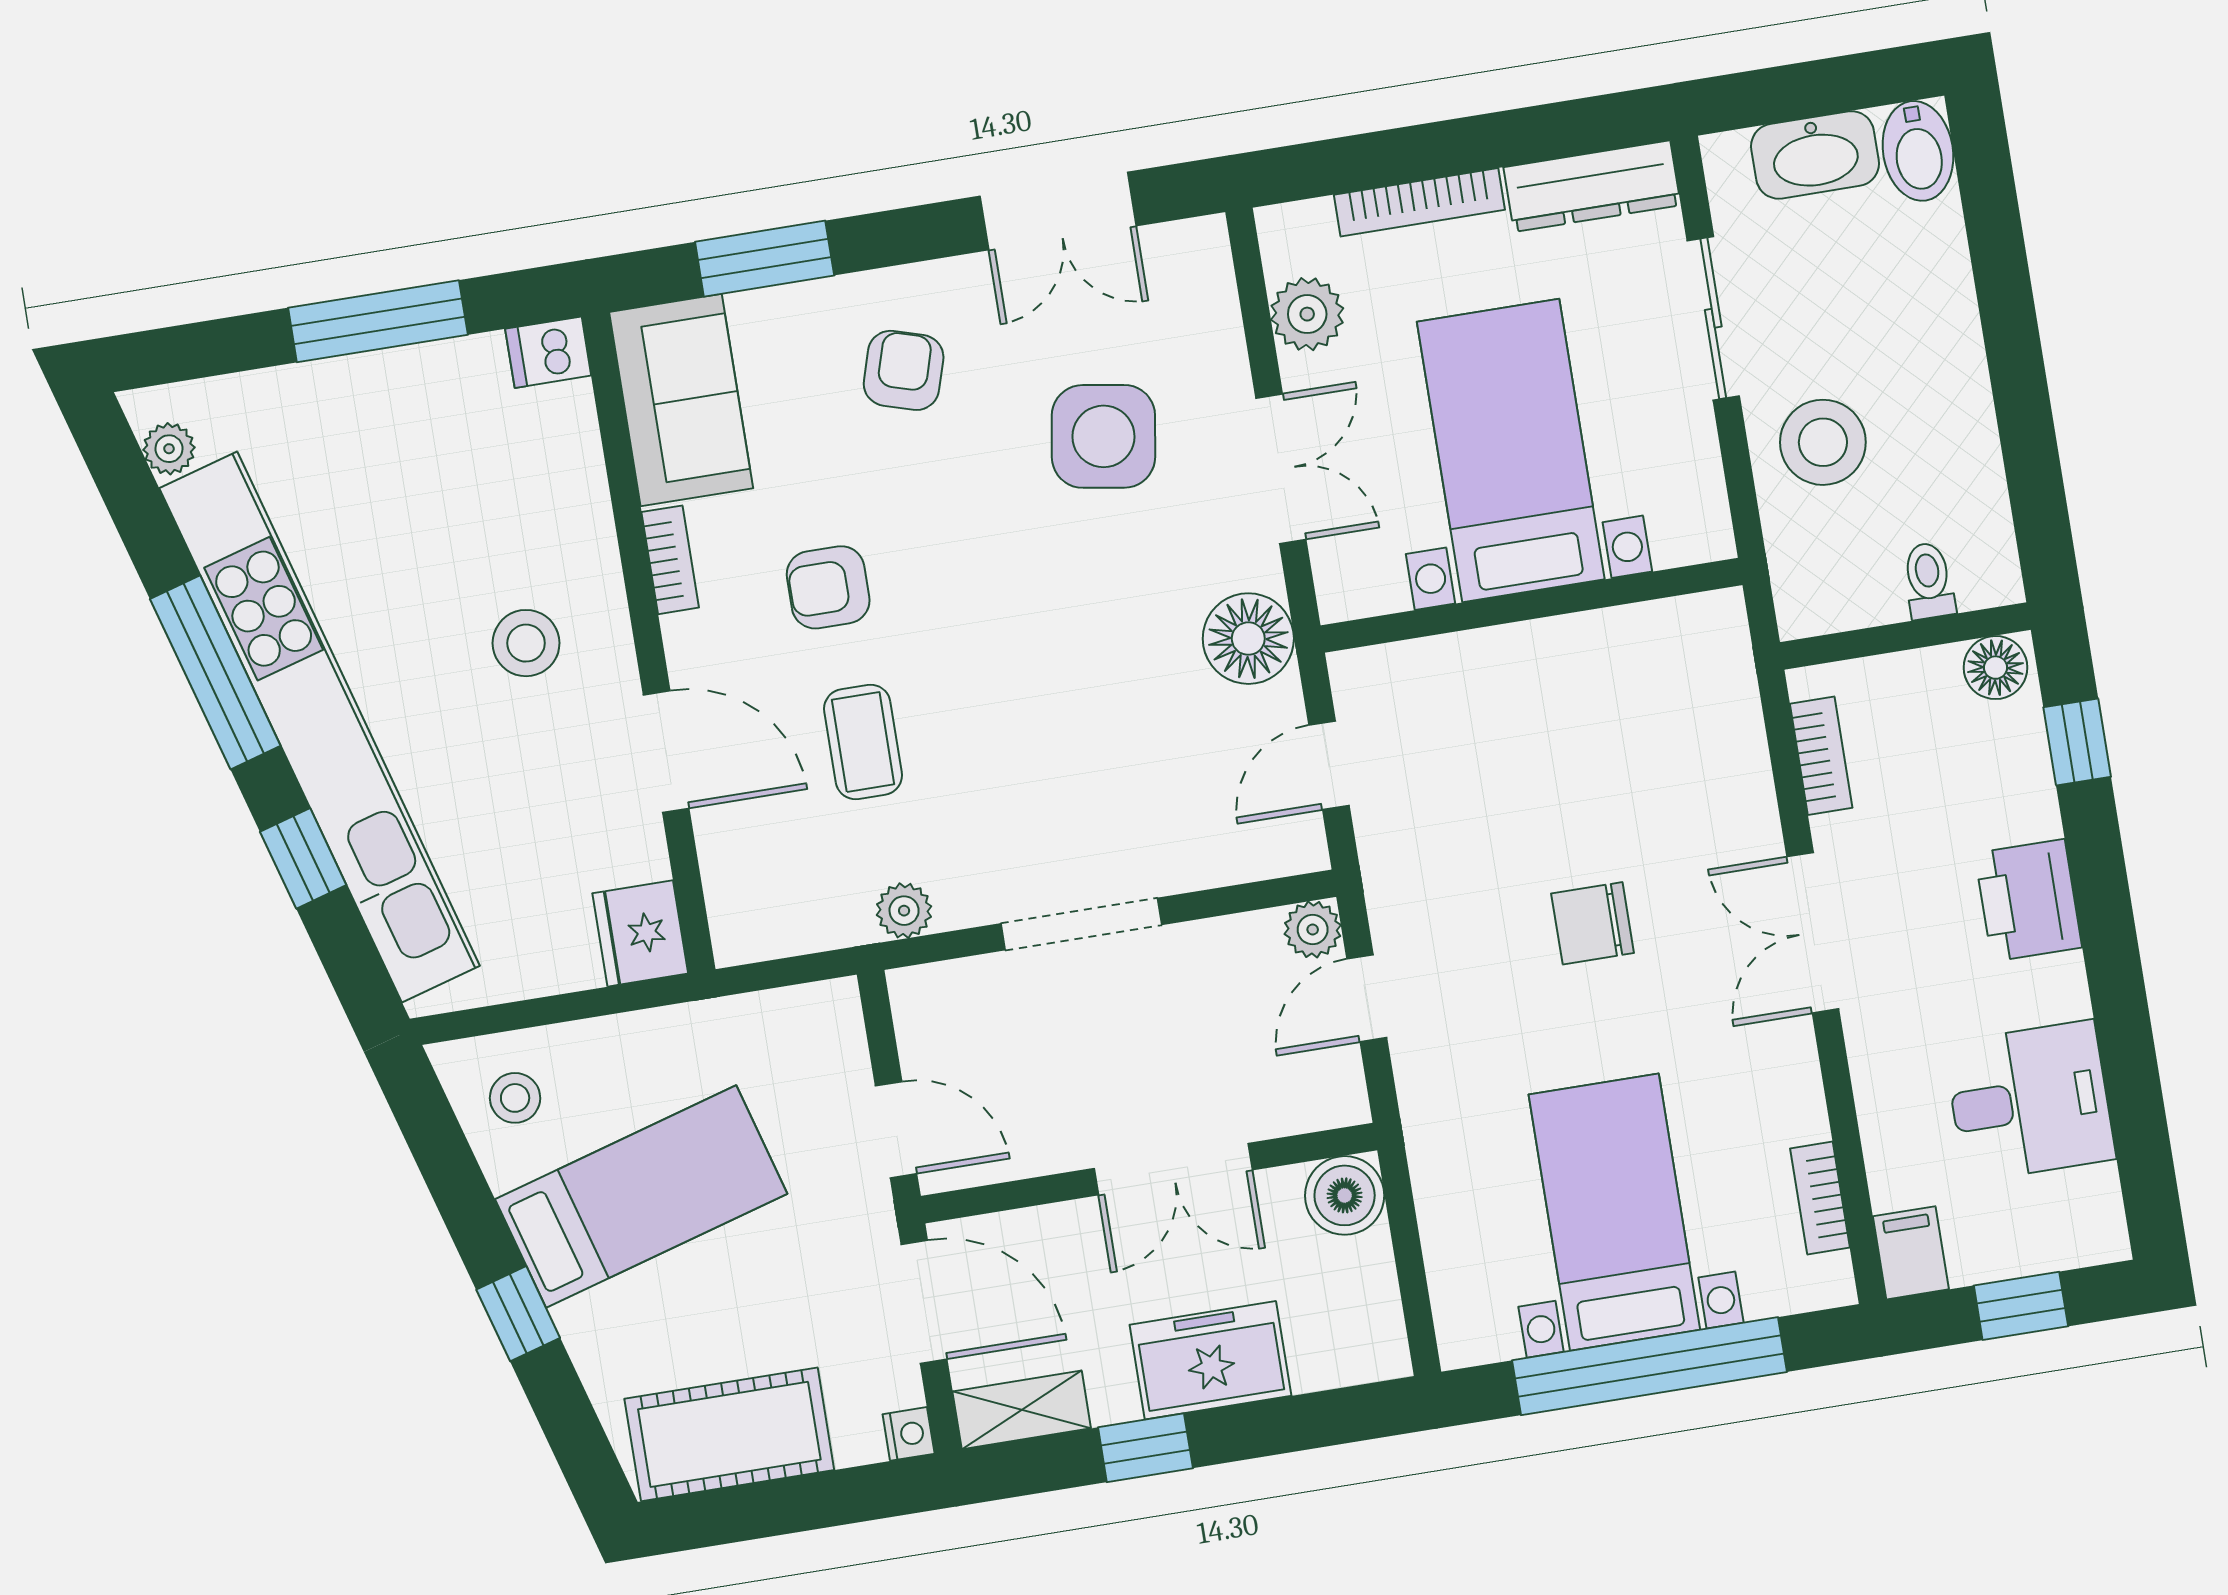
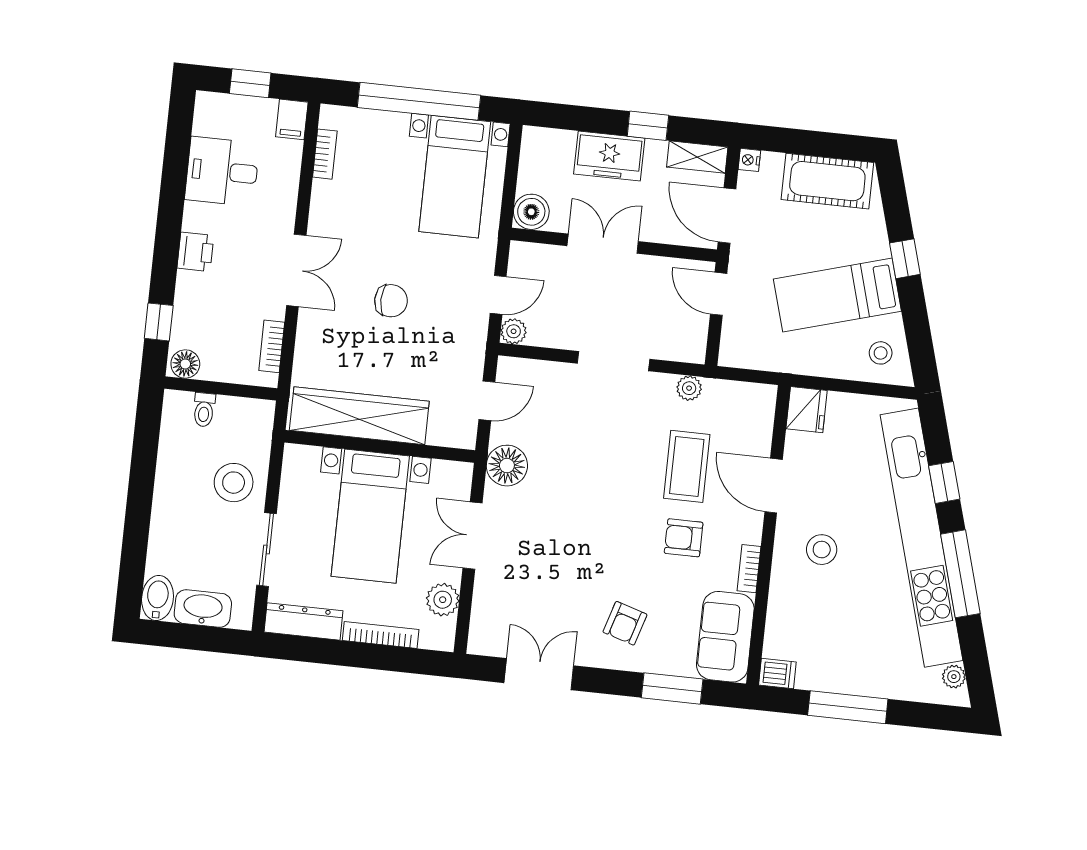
side table: (1103, 436) -> (546, 571), removed
armchair: (828, 587) -> (684, 538), turned 180
wardrobe: (1593, 659) -> (359, 416), added
coffee table: (863, 742) -> (687, 466), width x1.36, depth x1.30
printer: (2028, 900) -> (195, 252), width x0.73, depth x0.81
bed with nightstands: (1614, 1212) -> (455, 177), moved

